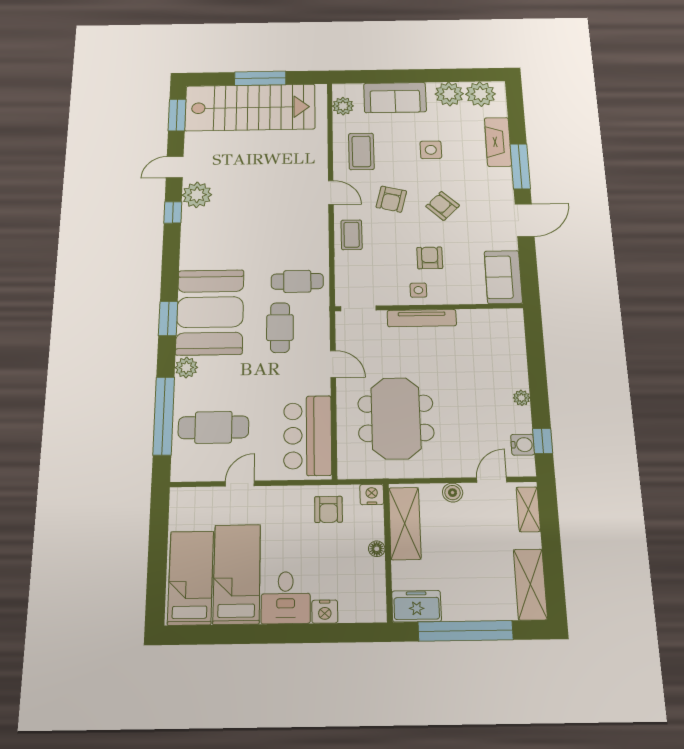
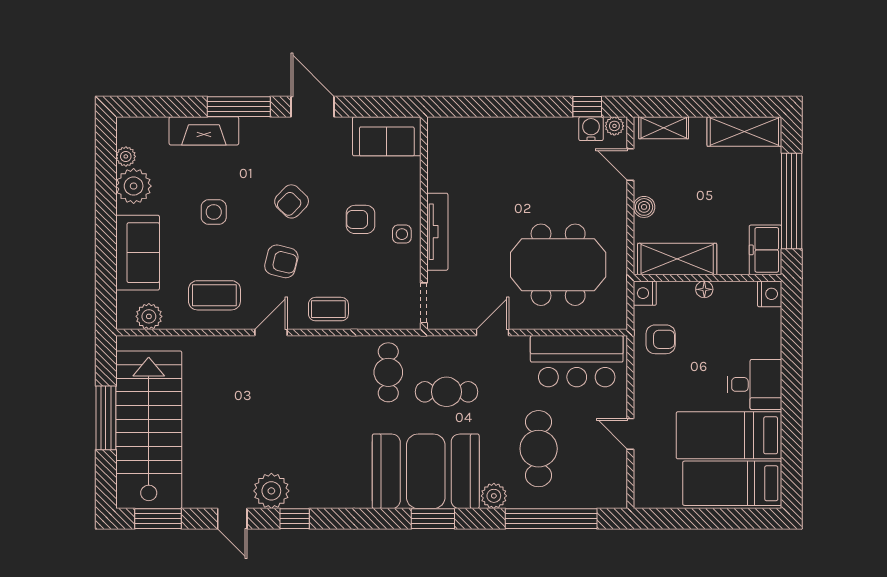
plant: (481, 94) -> (126, 156), width x0.53, depth x0.53
plant: (522, 398) -> (614, 126), moved
cafe table: (213, 427) -> (539, 449), moved
nightstand: (325, 612) -> (770, 294), moved

